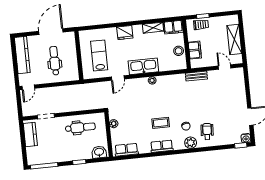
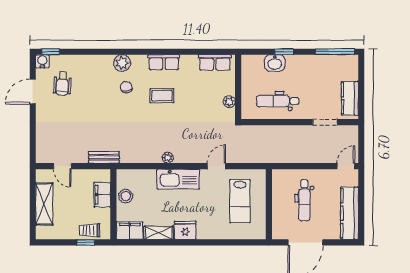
fridge: (125, 32) -> (185, 230), moved
wheelchair: (207, 131) -> (63, 84), moved
washbasin: (99, 152) -> (275, 63), moved

